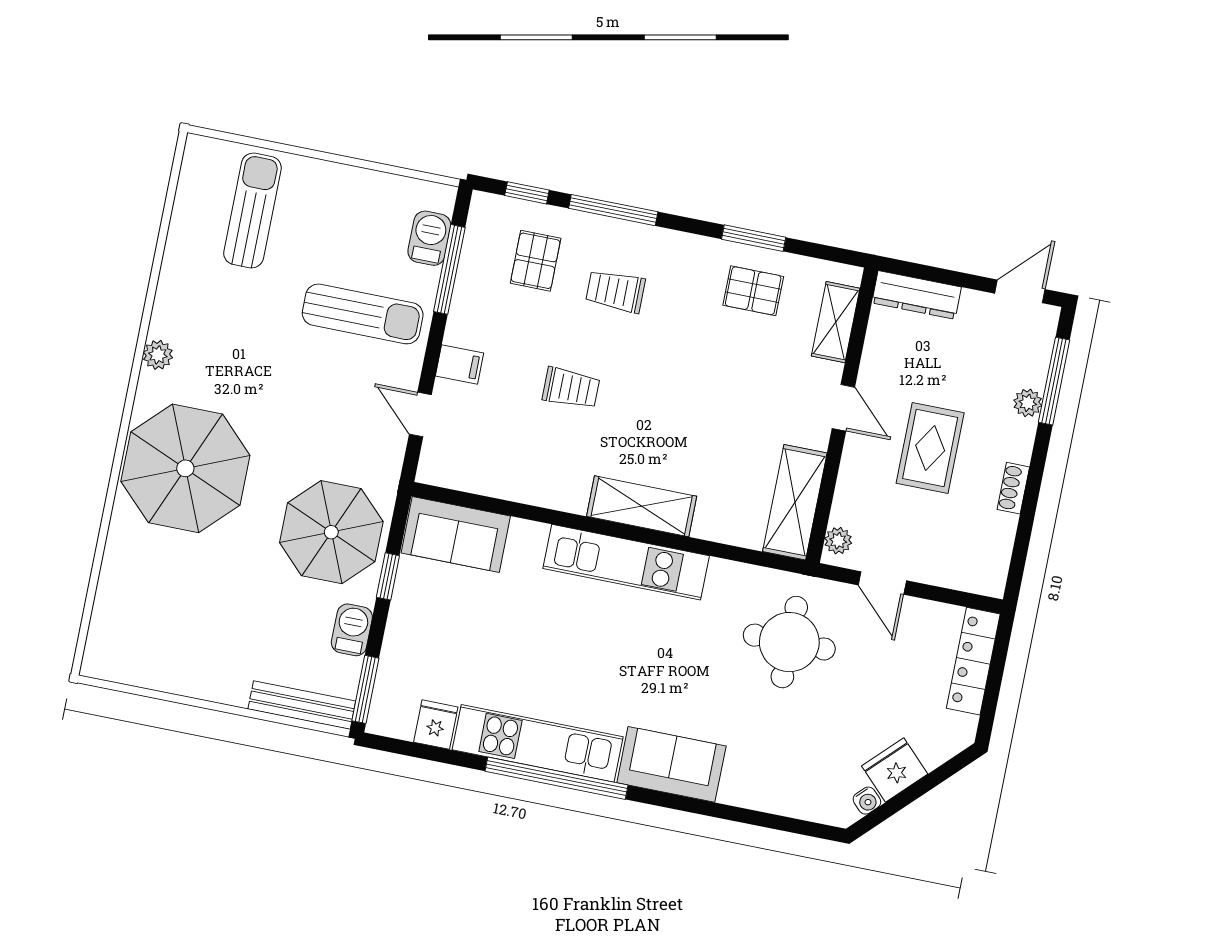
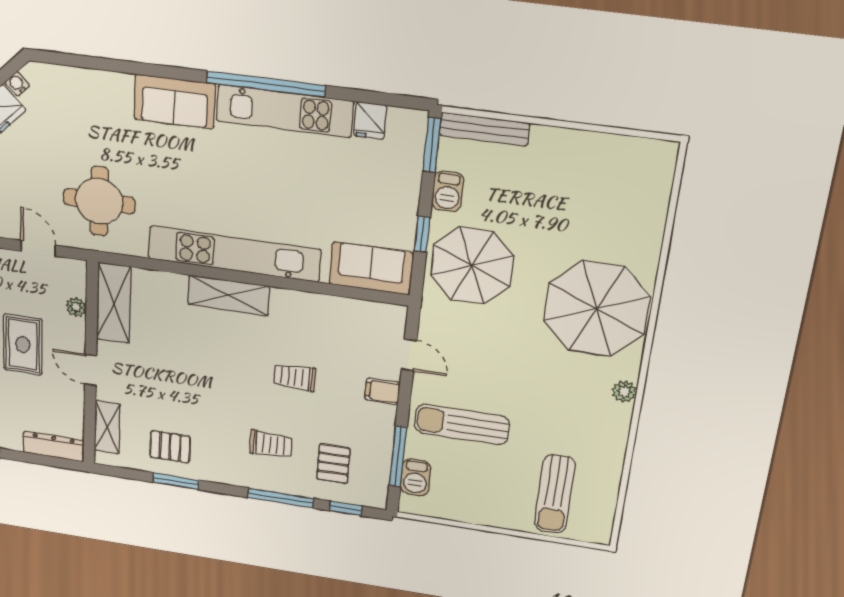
plant: (838, 541) -> (76, 307), moved
kitchen unit: (626, 562) -> (234, 254), width x1.36

